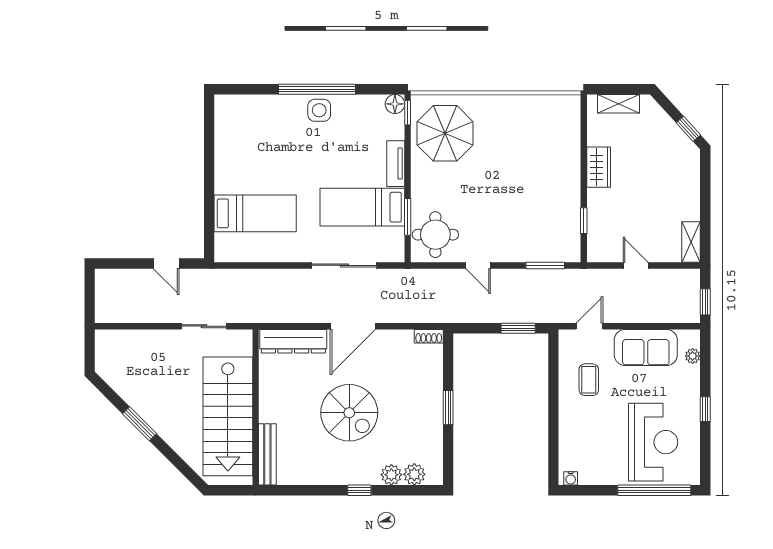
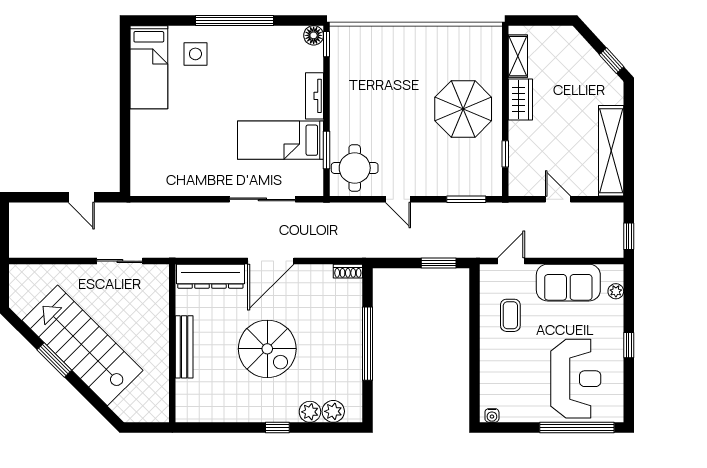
shelving: (618, 104) -> (518, 56), moved, turned 90
side table: (319, 110) -> (195, 54), moved
parasol: (445, 133) -> (463, 109), moved
bed: (255, 213) -> (149, 67), moved, turned 90
shelving: (691, 242) -> (611, 151), width x2.20, depth x1.33
window: (448, 408) -> (368, 344), width x2.11
stairs: (228, 416) -> (82, 345), moved, turned 135
bench: (267, 454) -> (184, 347), moved

